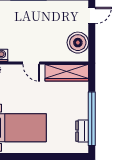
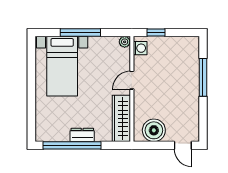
dresser: (82, 131) -> (82, 135), moved

